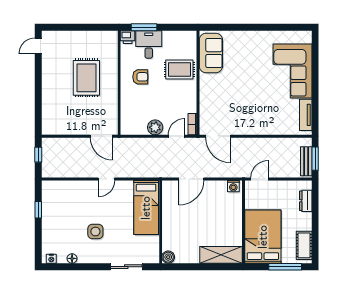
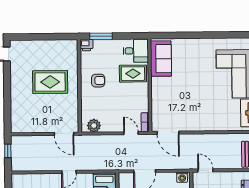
desk: (149, 44) -> (136, 51), moved, turned 90
rug: (86, 78) -> (50, 82), turned 90
plant: (155, 127) -> (94, 126), moved
door: (177, 136) -> (131, 133), hinge flipped
door: (260, 179) -> (205, 171), hinge flipped

